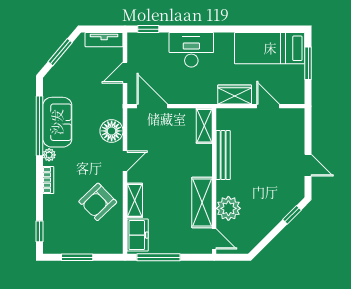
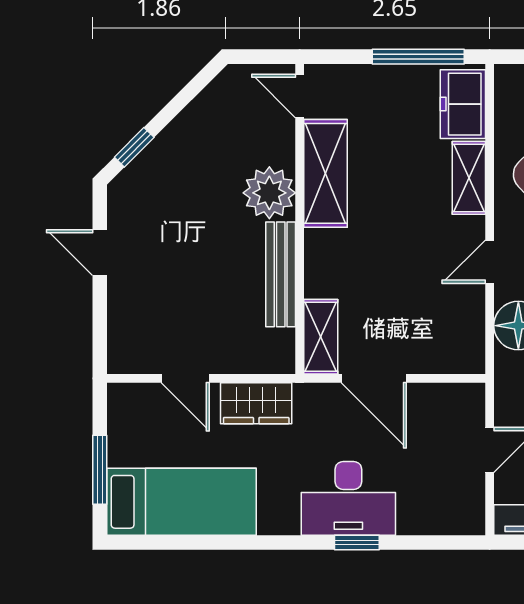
window: (148, 29) -> (357, 543), moved
door: (152, 106) -> (374, 378), moved
plant: (228, 208) -> (269, 193), moved

